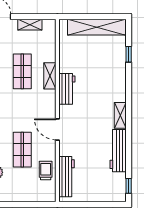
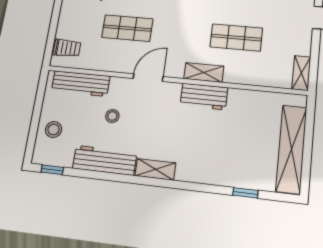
shelving: (30, 25) -> (301, 73), moved
shelving: (50, 76) -> (204, 72), moved
stool: (87, 150) -> (112, 116), added
trolley: (46, 171) -> (67, 48), moved
stool: (101, 190) -> (54, 130), added

